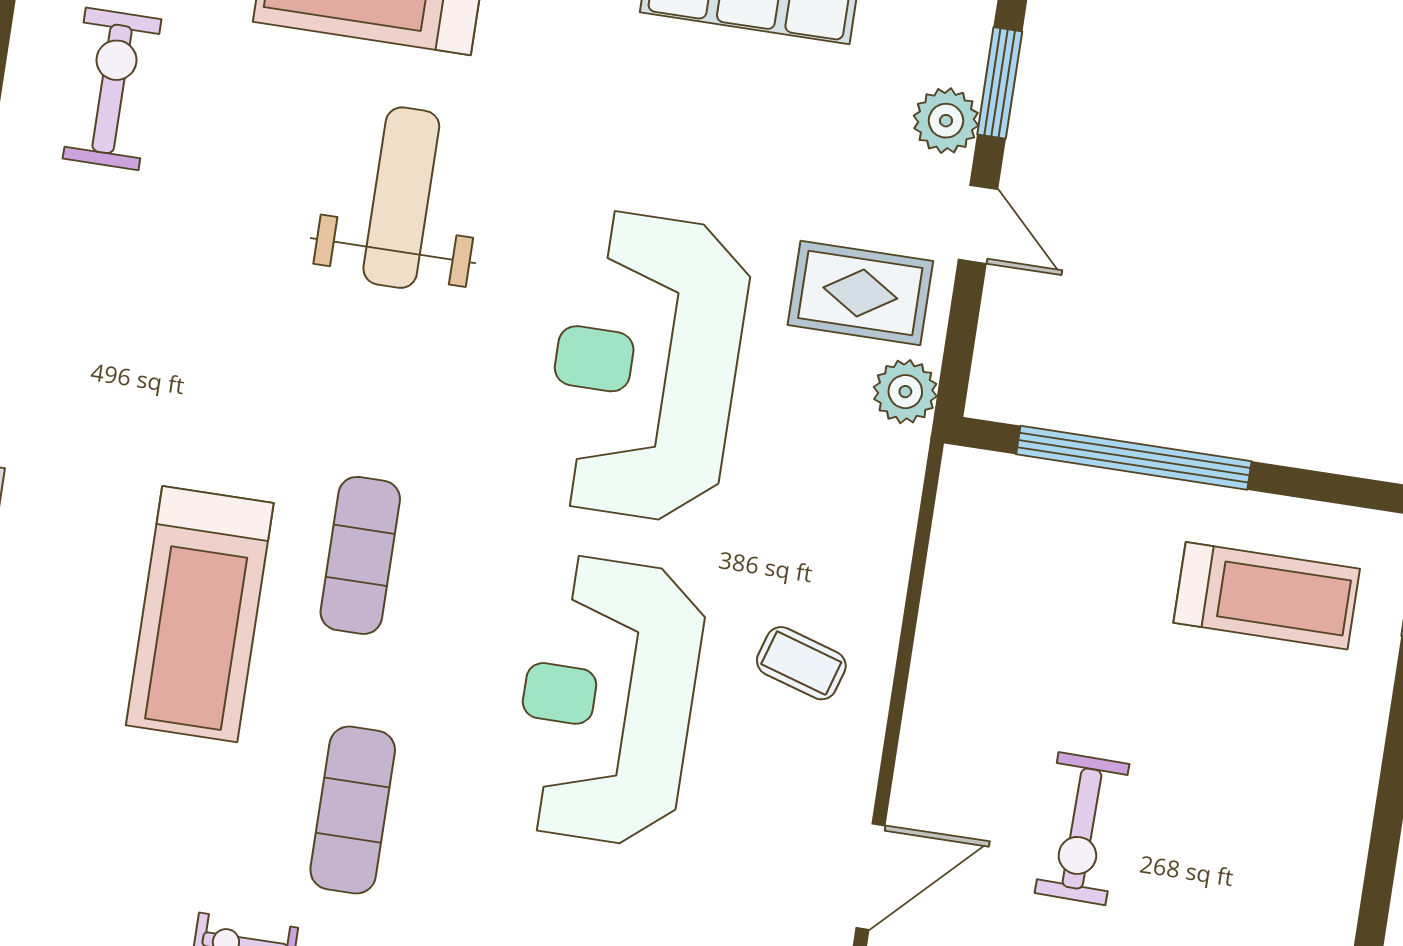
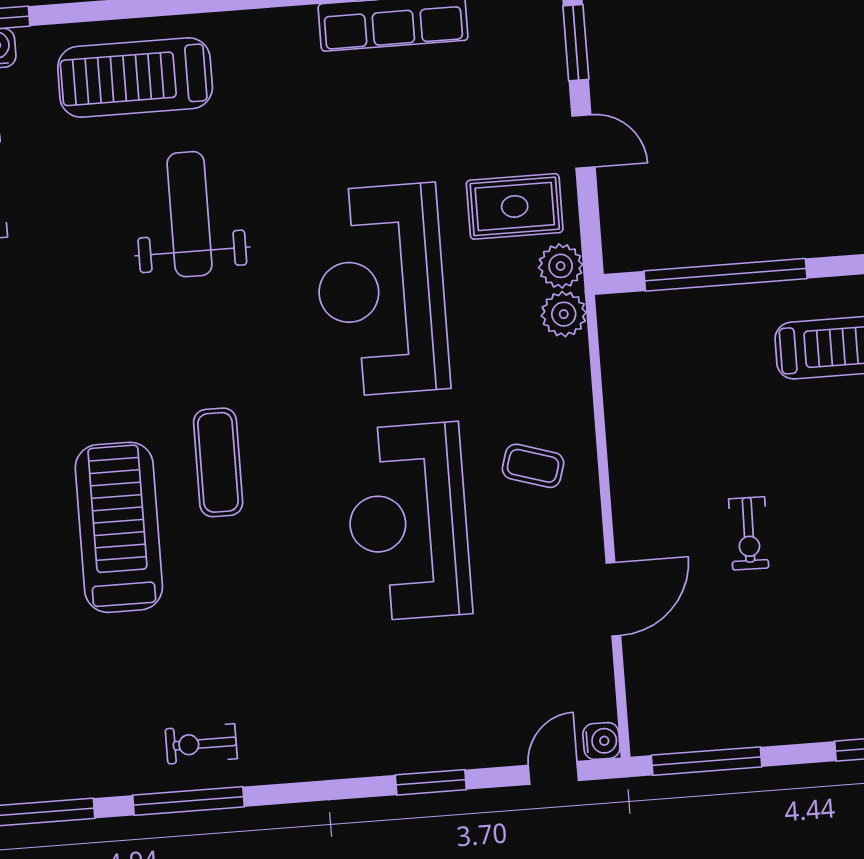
plant: (946, 121) -> (564, 314), moved
treadmill: (200, 614) -> (119, 527), turned 180
exercise mat: (353, 810) -> (253, 636), removed
exercise bike: (1082, 829) -> (749, 533), width x0.73, depth x0.72

